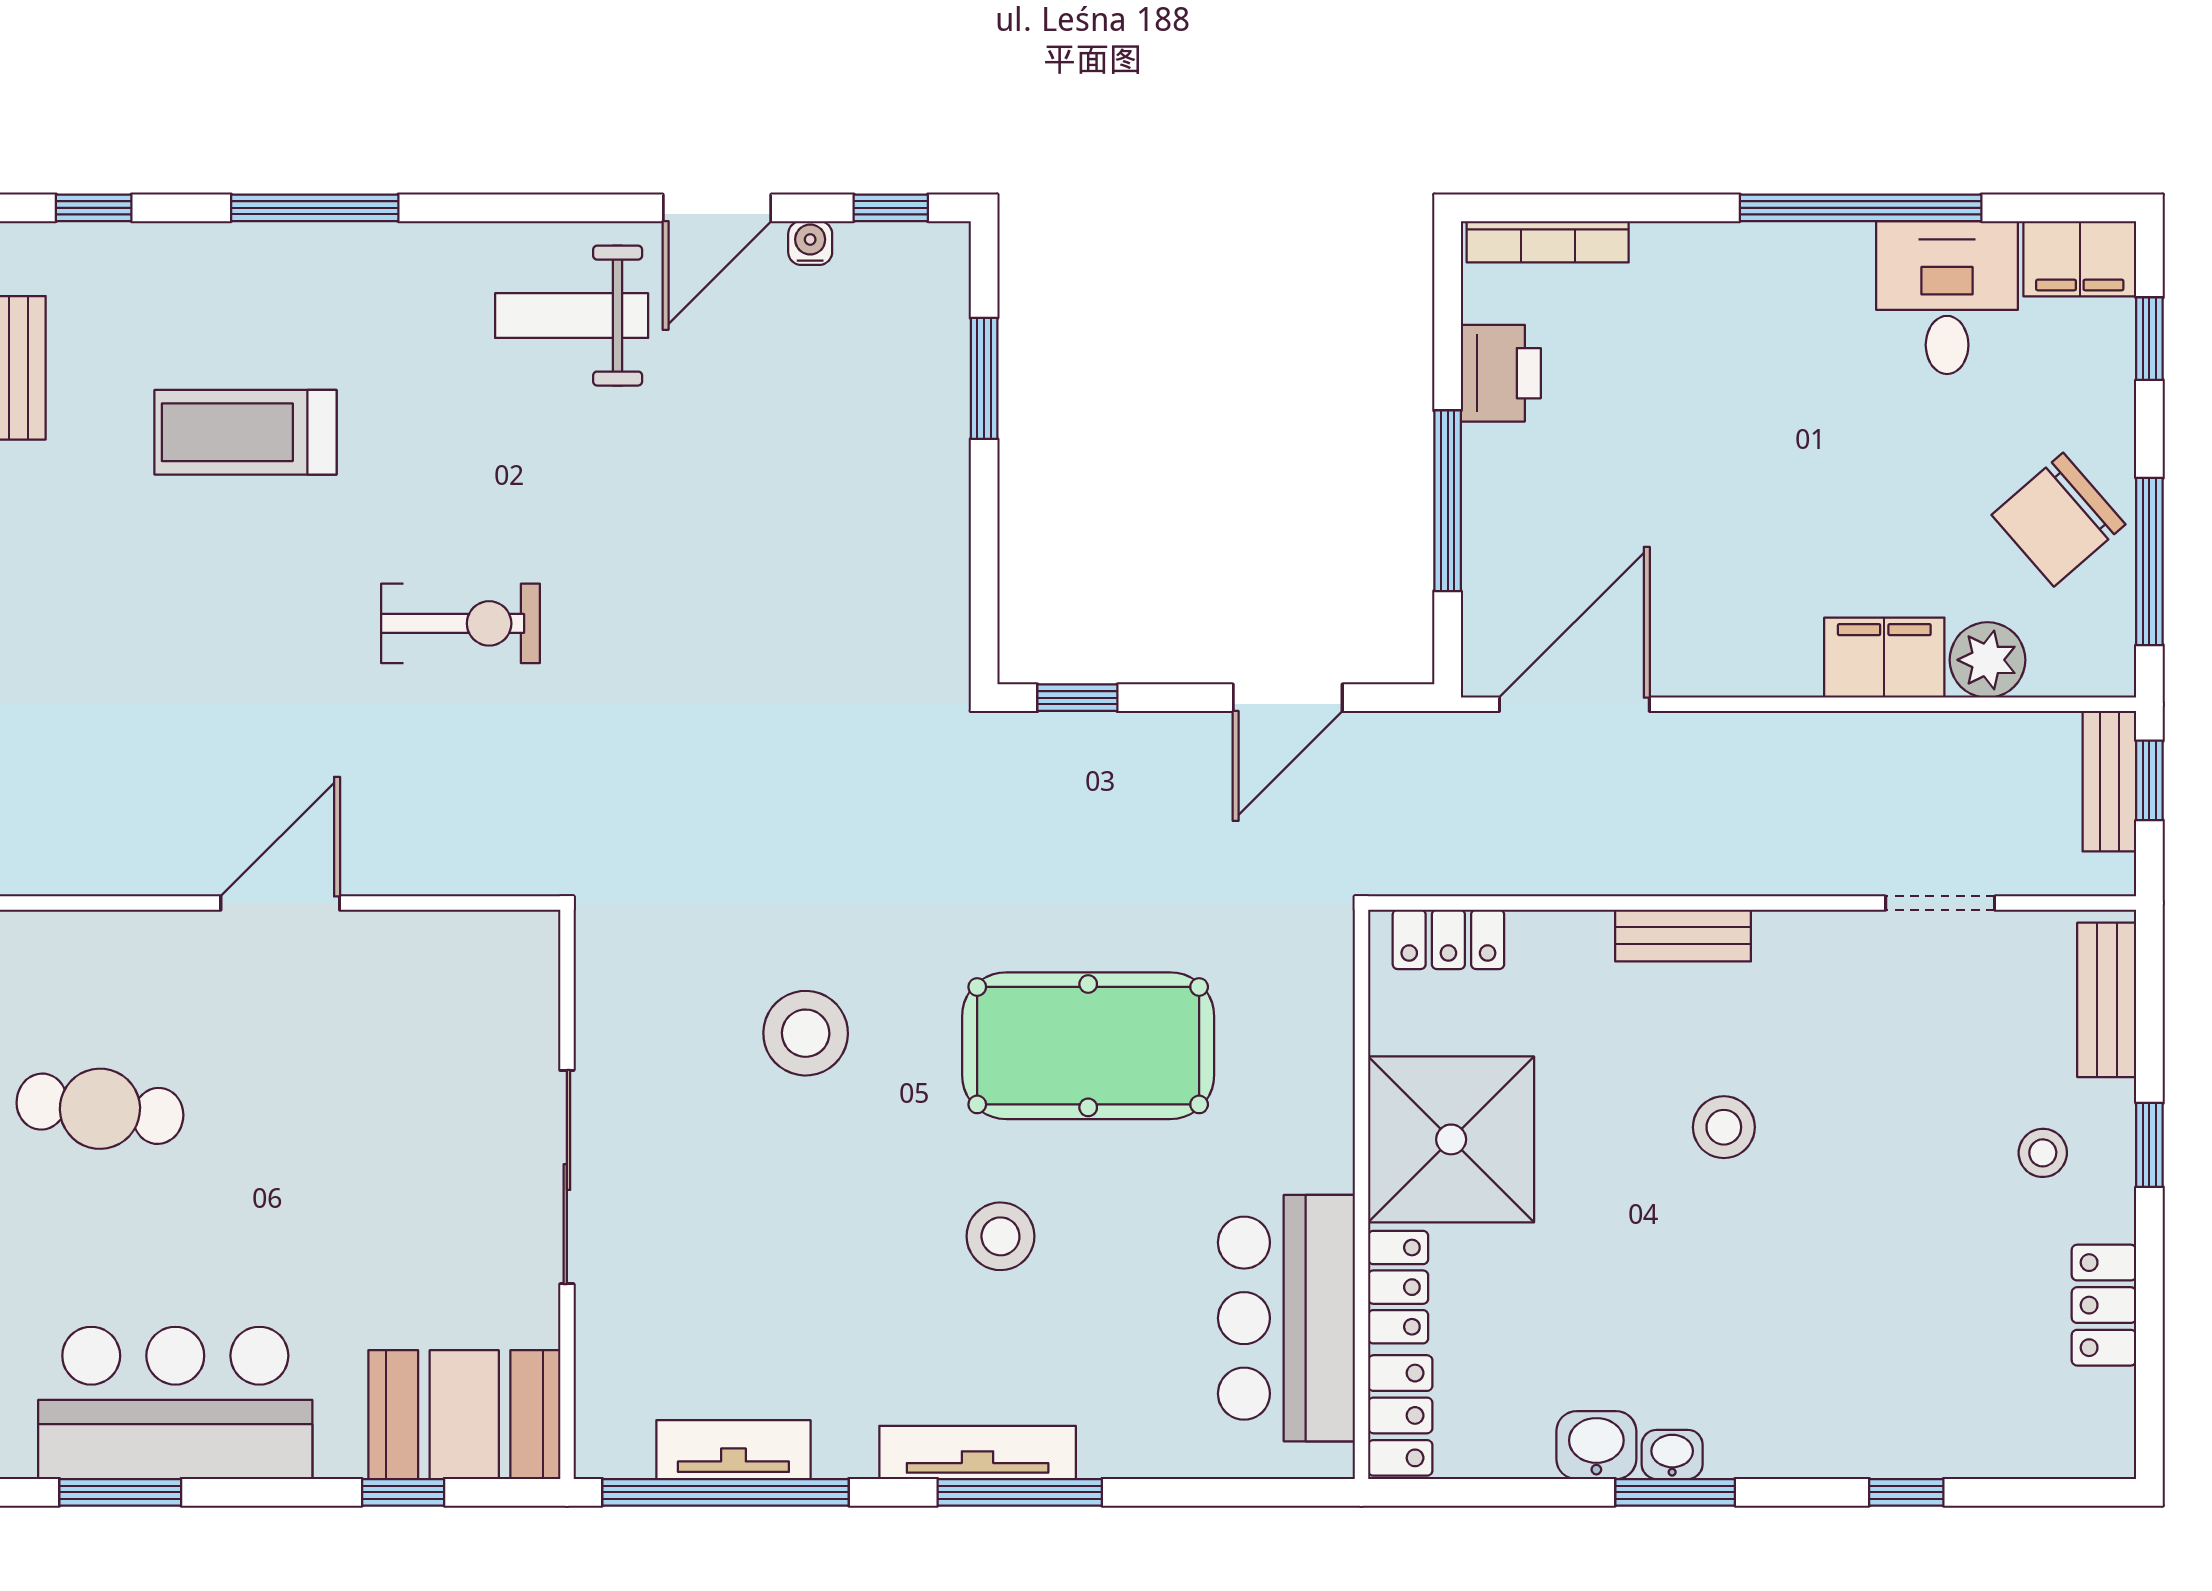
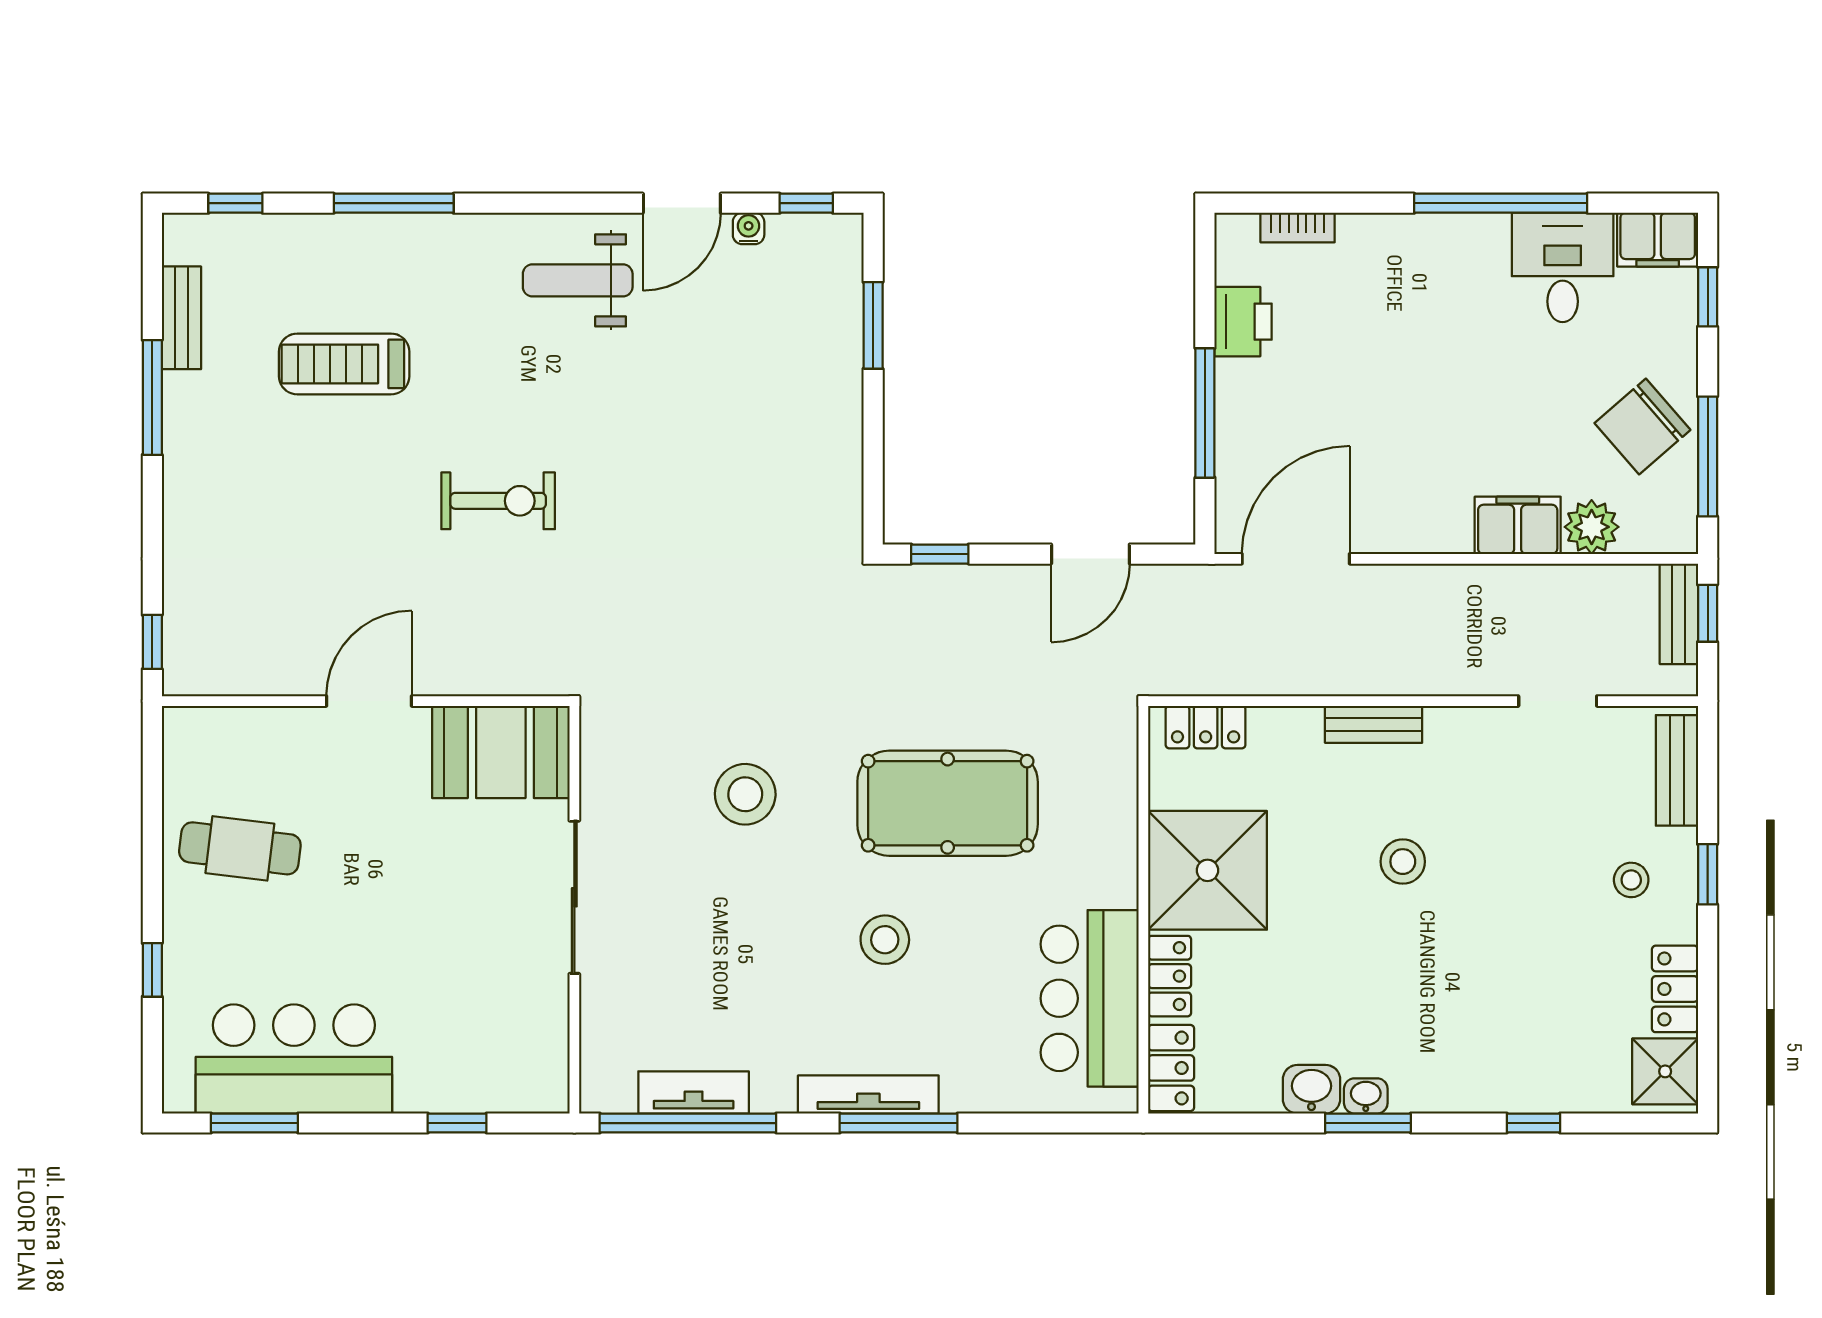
bookcase: (1548, 242) -> (1298, 227), width x0.64
booth: (464, 1415) -> (501, 752), moved
shower: (2090, 1420) -> (1665, 1071), added

